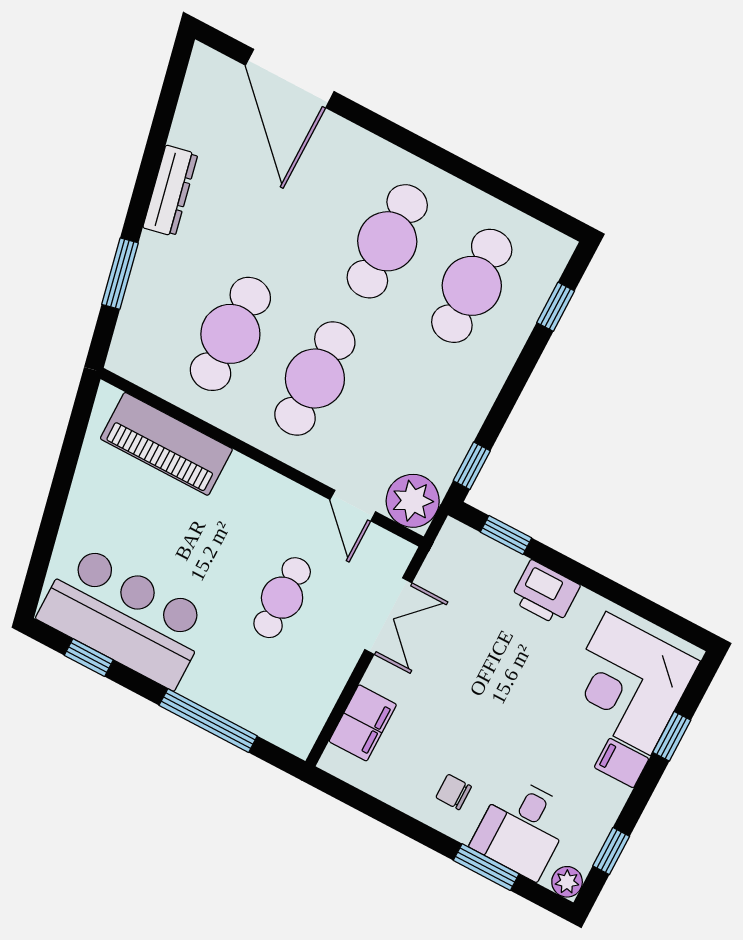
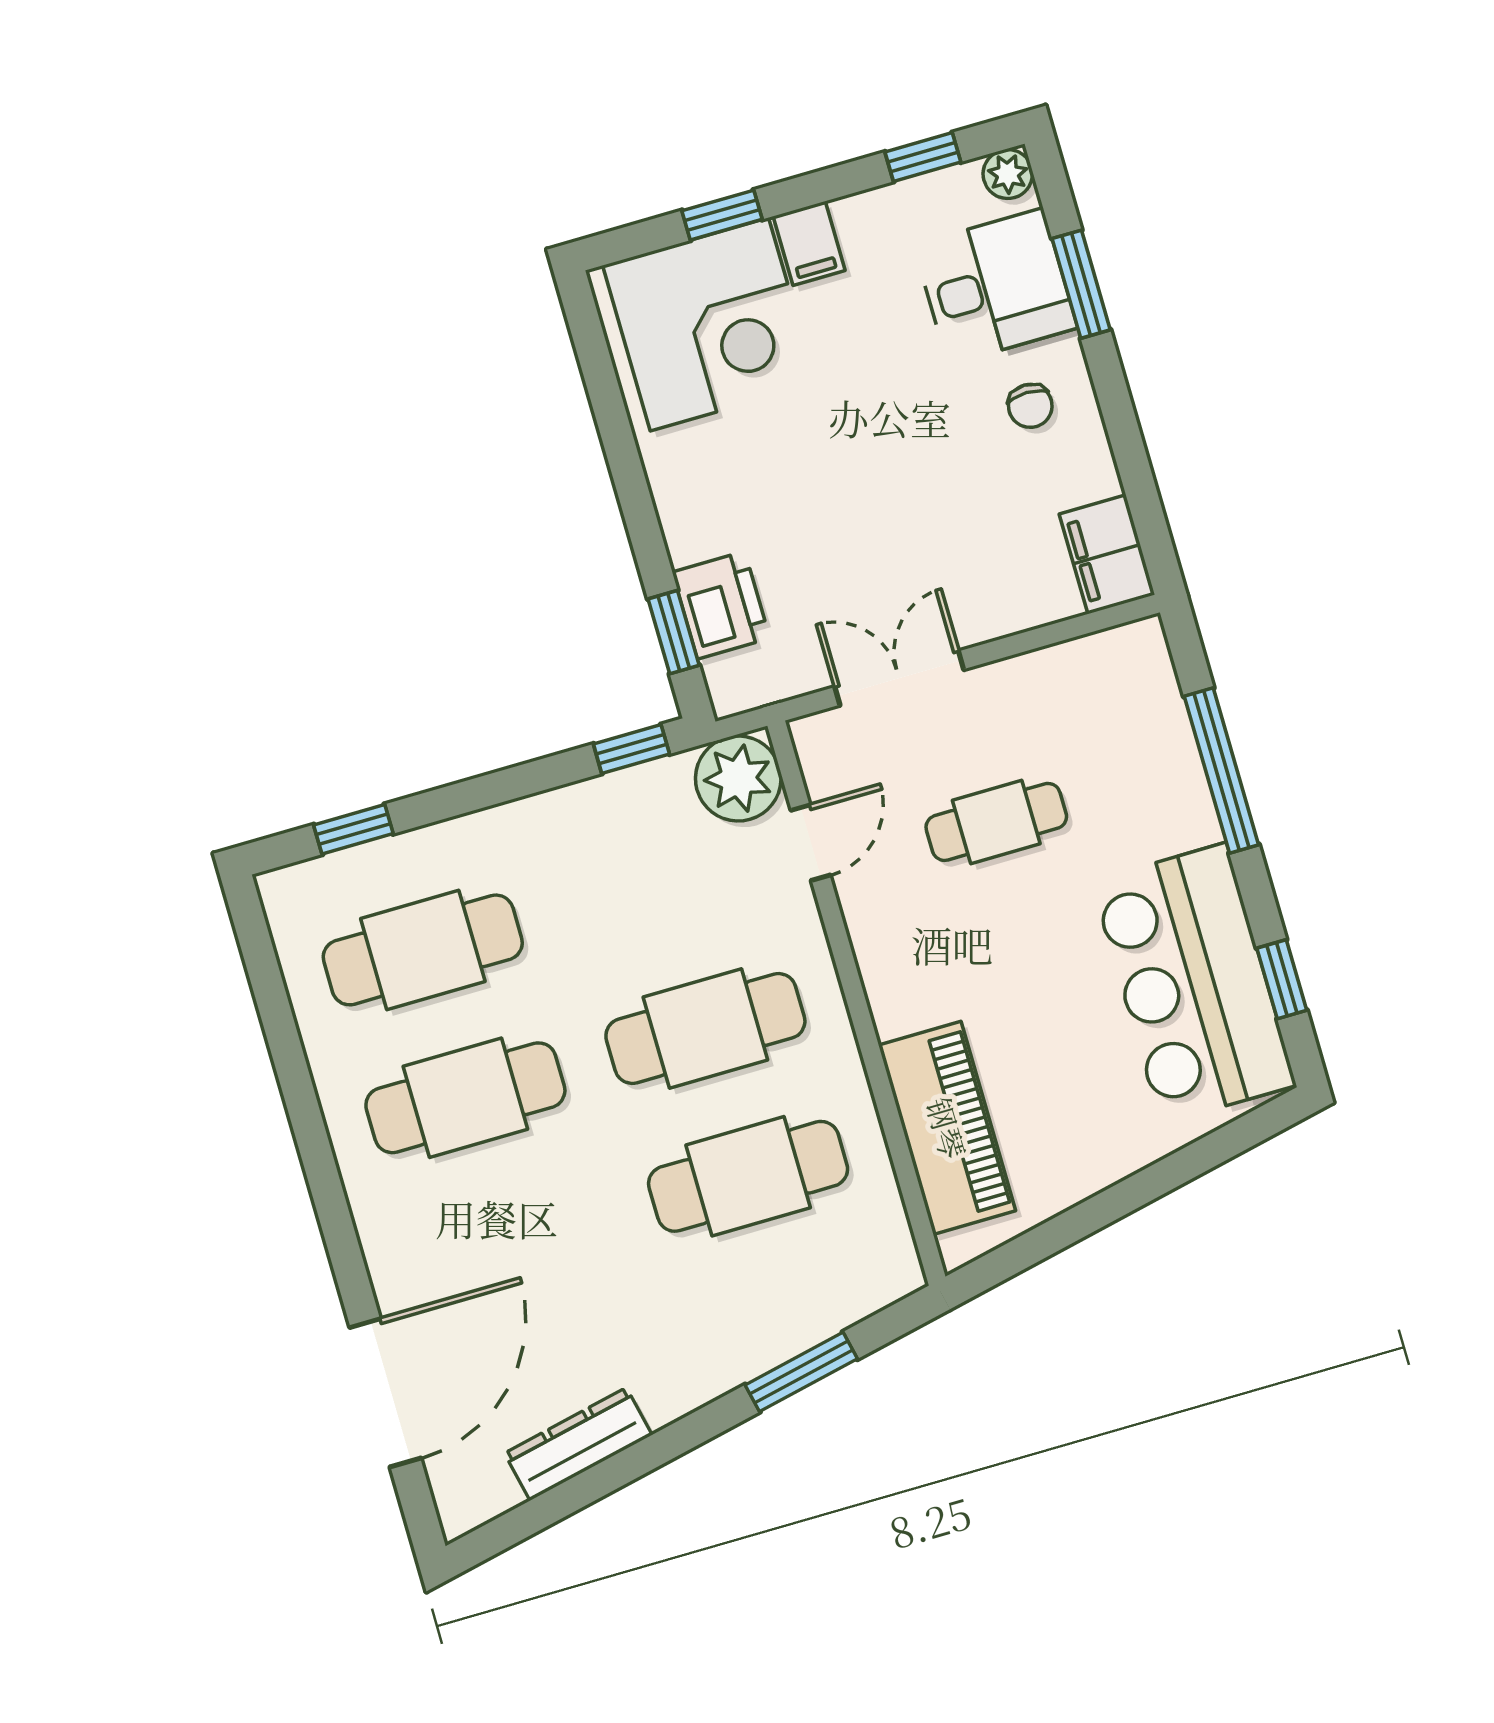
dresser: (170, 191) -> (578, 1444), moved
printer: (545, 593) -> (721, 605), moved
filing cabinet: (363, 723) -> (1107, 554), moved, turned -90

